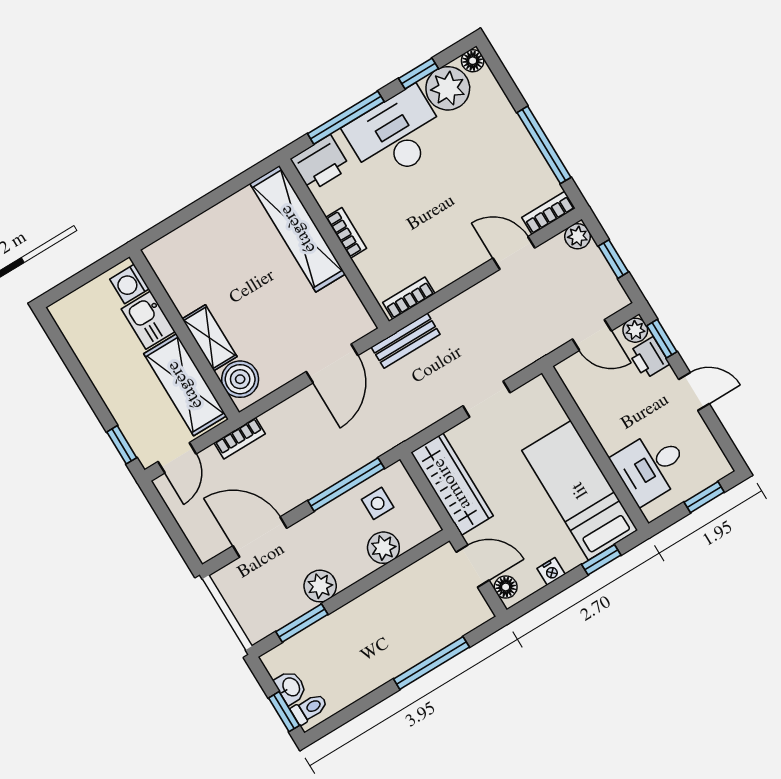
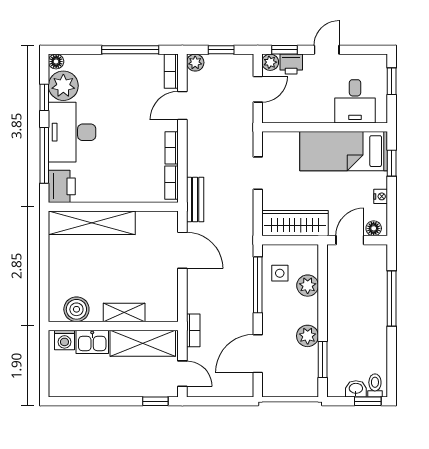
bookcase: (346, 233) -> (172, 148), moved, turned -90
boiler: (240, 379) -> (76, 309), moved

